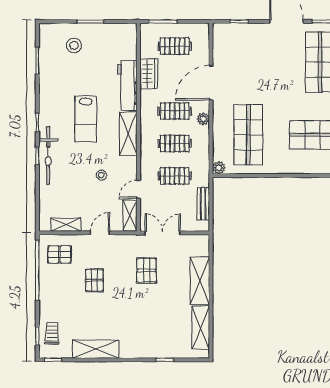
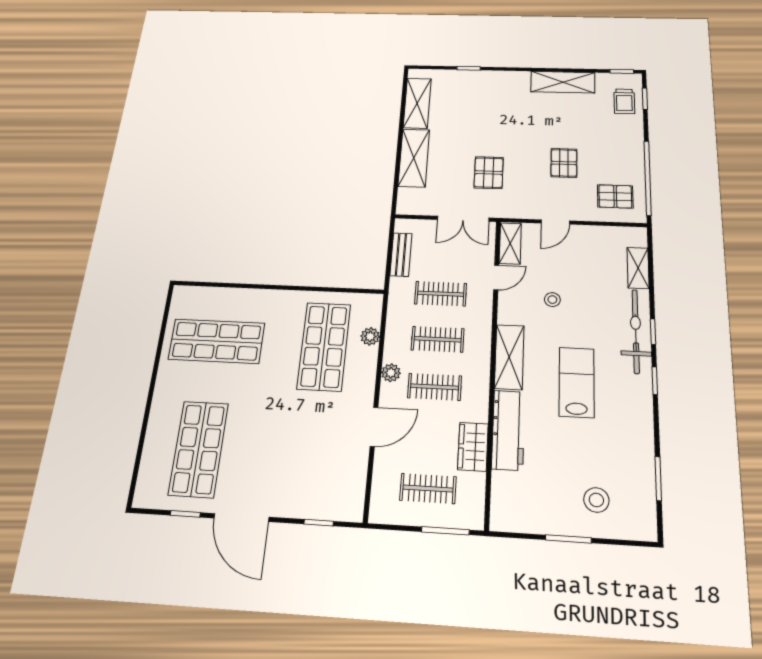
door: (211, 83) -> (374, 427), width x0.73
plant: (219, 168) -> (370, 336), moved
shelving: (66, 225) -> (638, 268), moved, turned 90

